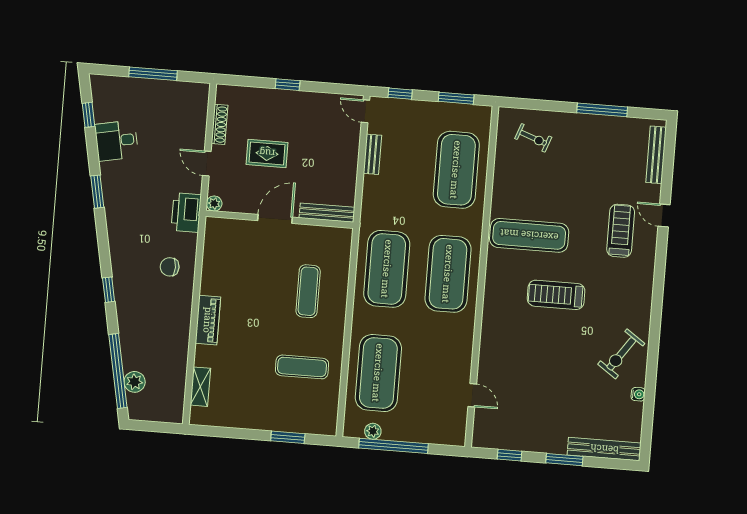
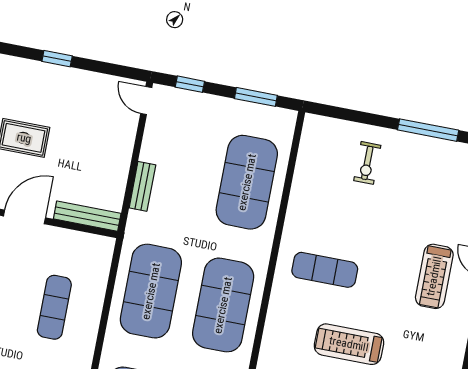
exercise bike: (533, 138) -> (367, 163), moved, turned 70
bench: (372, 154) -> (142, 186), moved
treadmill: (621, 231) -> (434, 276), turned 180
exercise mat: (529, 235) -> (325, 270), width x0.73, depth x0.69

